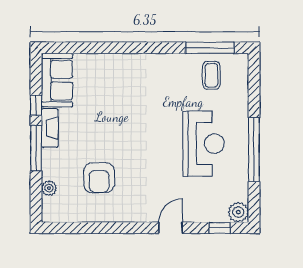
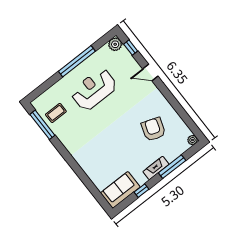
fireplace: (50, 128) -> (156, 168), moved
window: (36, 148) -> (172, 167), moved
armchair: (99, 178) -> (153, 129), turned -71
plant: (49, 188) -> (192, 140), moved

